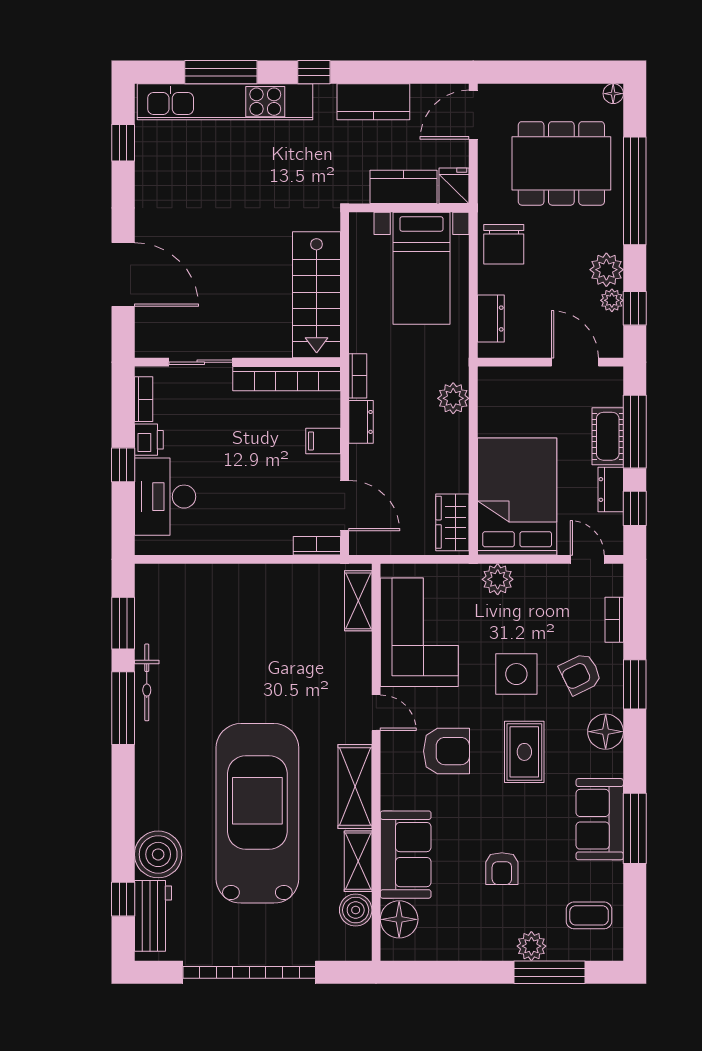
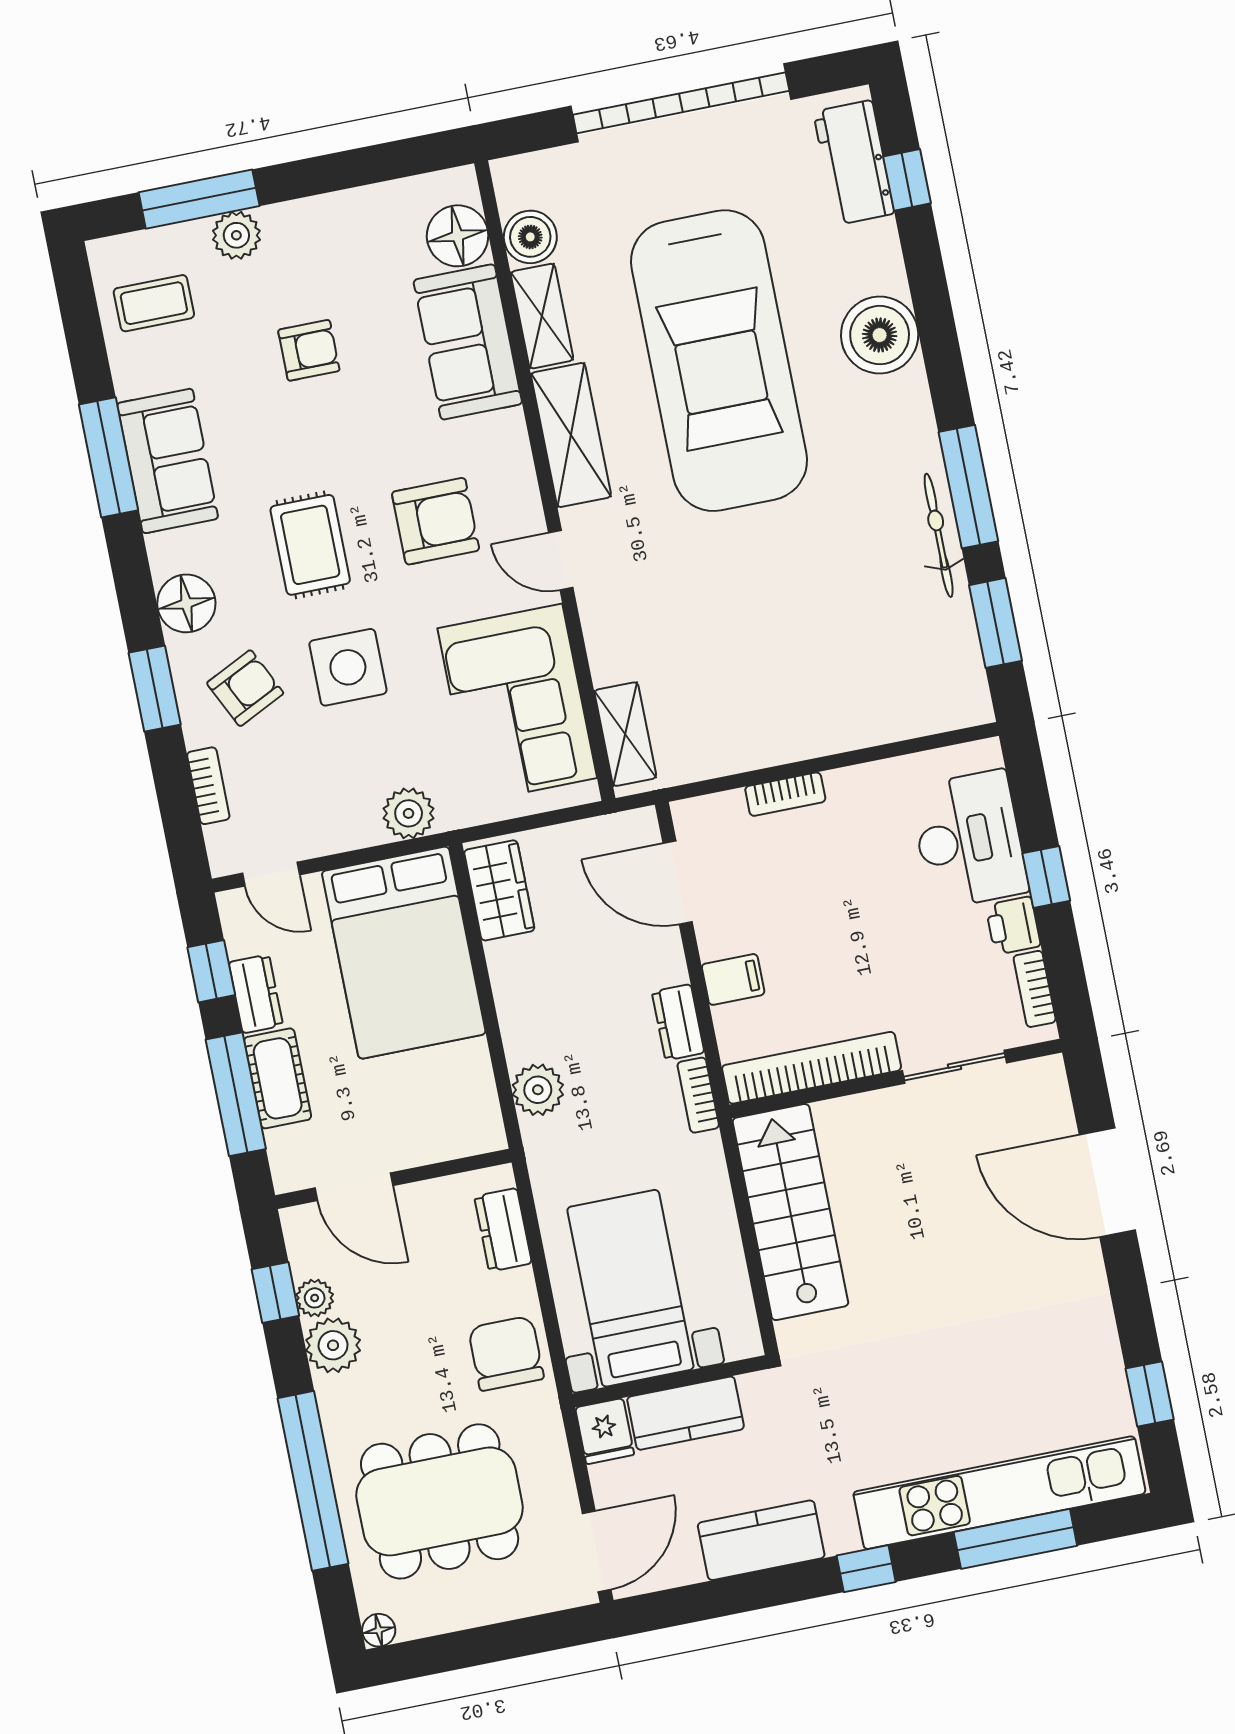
bookcase: (317, 546) -> (785, 794), moved
armchair: (446, 751) -> (436, 521), turned 180
boiler: (158, 854) -> (880, 335), moved
armchair: (502, 869) -> (309, 350), turned 90

